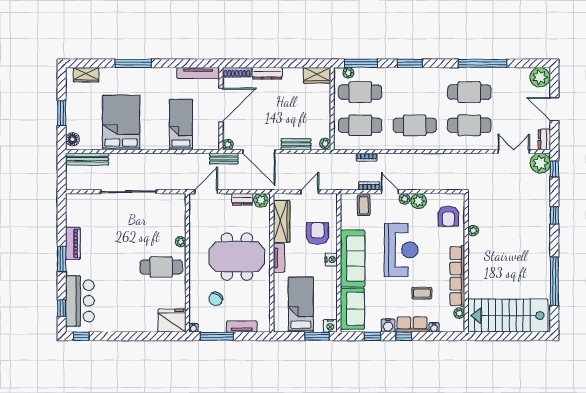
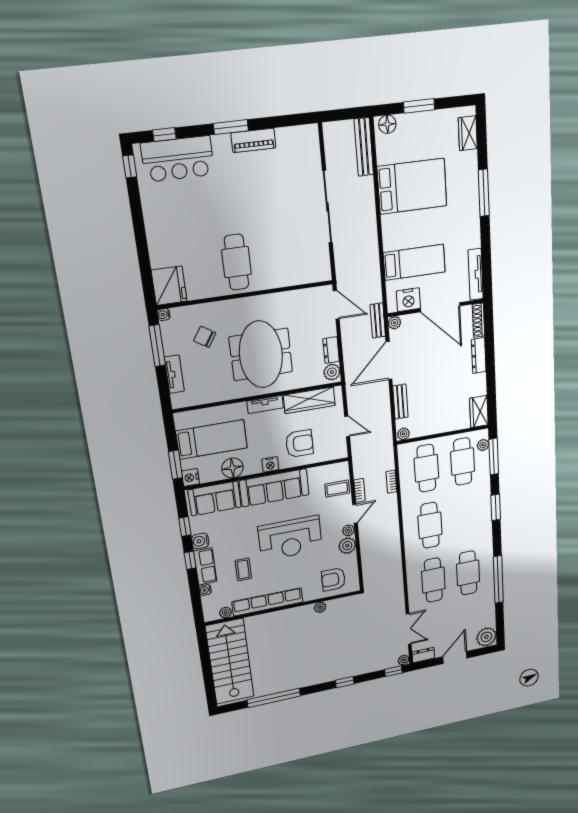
nightstand: (211, 132) -> (408, 300), added
plant: (540, 163) -> (404, 660), width x0.53, depth x0.53
plant: (181, 242) -> (272, 282), removed
floor lamp: (328, 291) -> (232, 468), added

